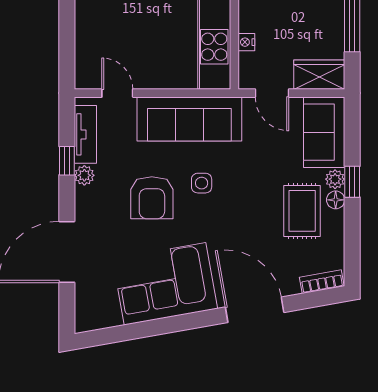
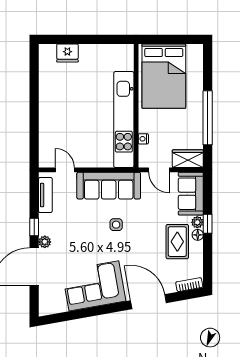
window: (67, 161) -> (34, 227), moved
plant: (84, 175) -> (45, 242), moved
armchair: (152, 198) -> (86, 234), removed

